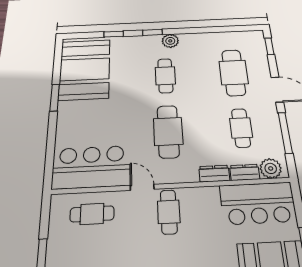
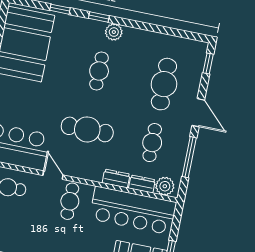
cafe table: (168, 131) -> (87, 129), turned 90
bar counter: (258, 203) -> (133, 210), width x1.36

